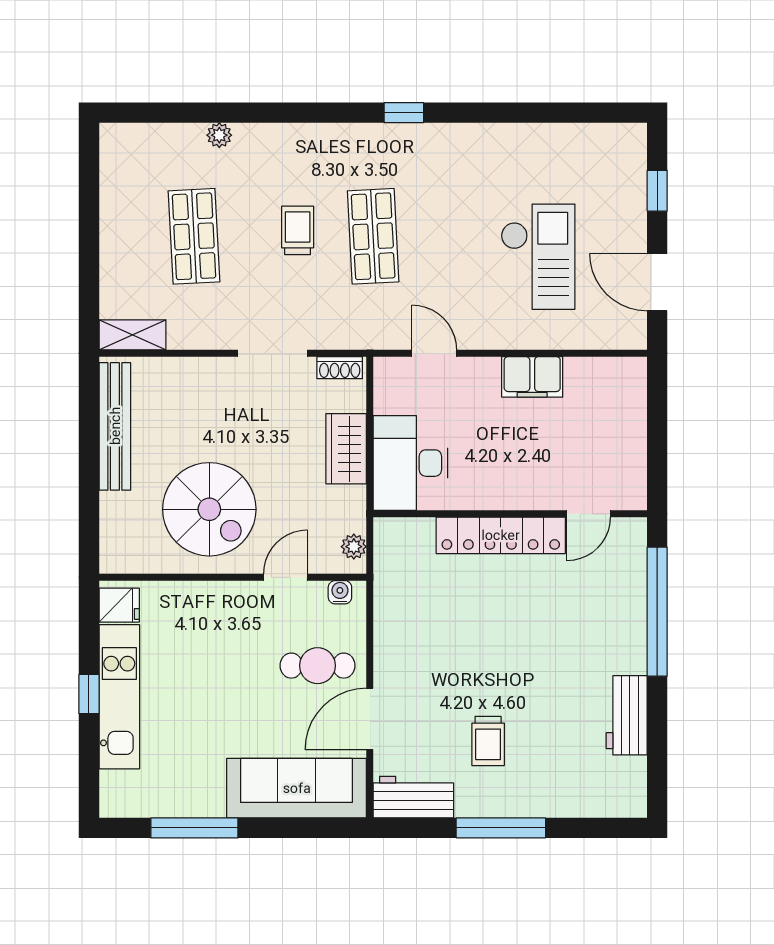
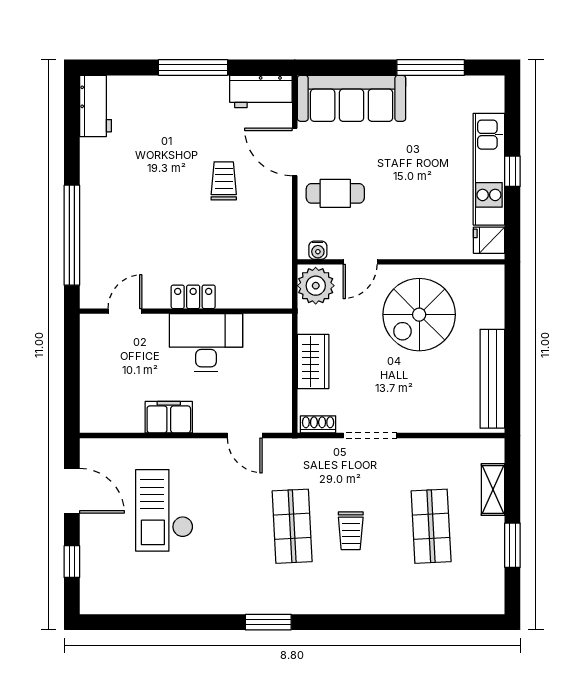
window: (404, 113) -> (268, 622), width x1.50
plant: (219, 135) -> (411, 605), removed
window: (89, 212) -> (512, 545), added
shelving: (132, 335) -> (493, 490), moved, turned 90
desk: (410, 463) -> (206, 343), moved, turned -90
spiral stairs: (209, 509) -> (419, 315), turned -90
locker: (501, 535) -> (193, 297), width x0.46, depth x0.83
plant: (354, 547) -> (316, 286), width x1.88, depth x1.88
workbench: (627, 715) -> (96, 106), moved
door: (370, 719) -> (295, 152), swing flipped
trolley: (488, 741) -> (224, 181), moved

